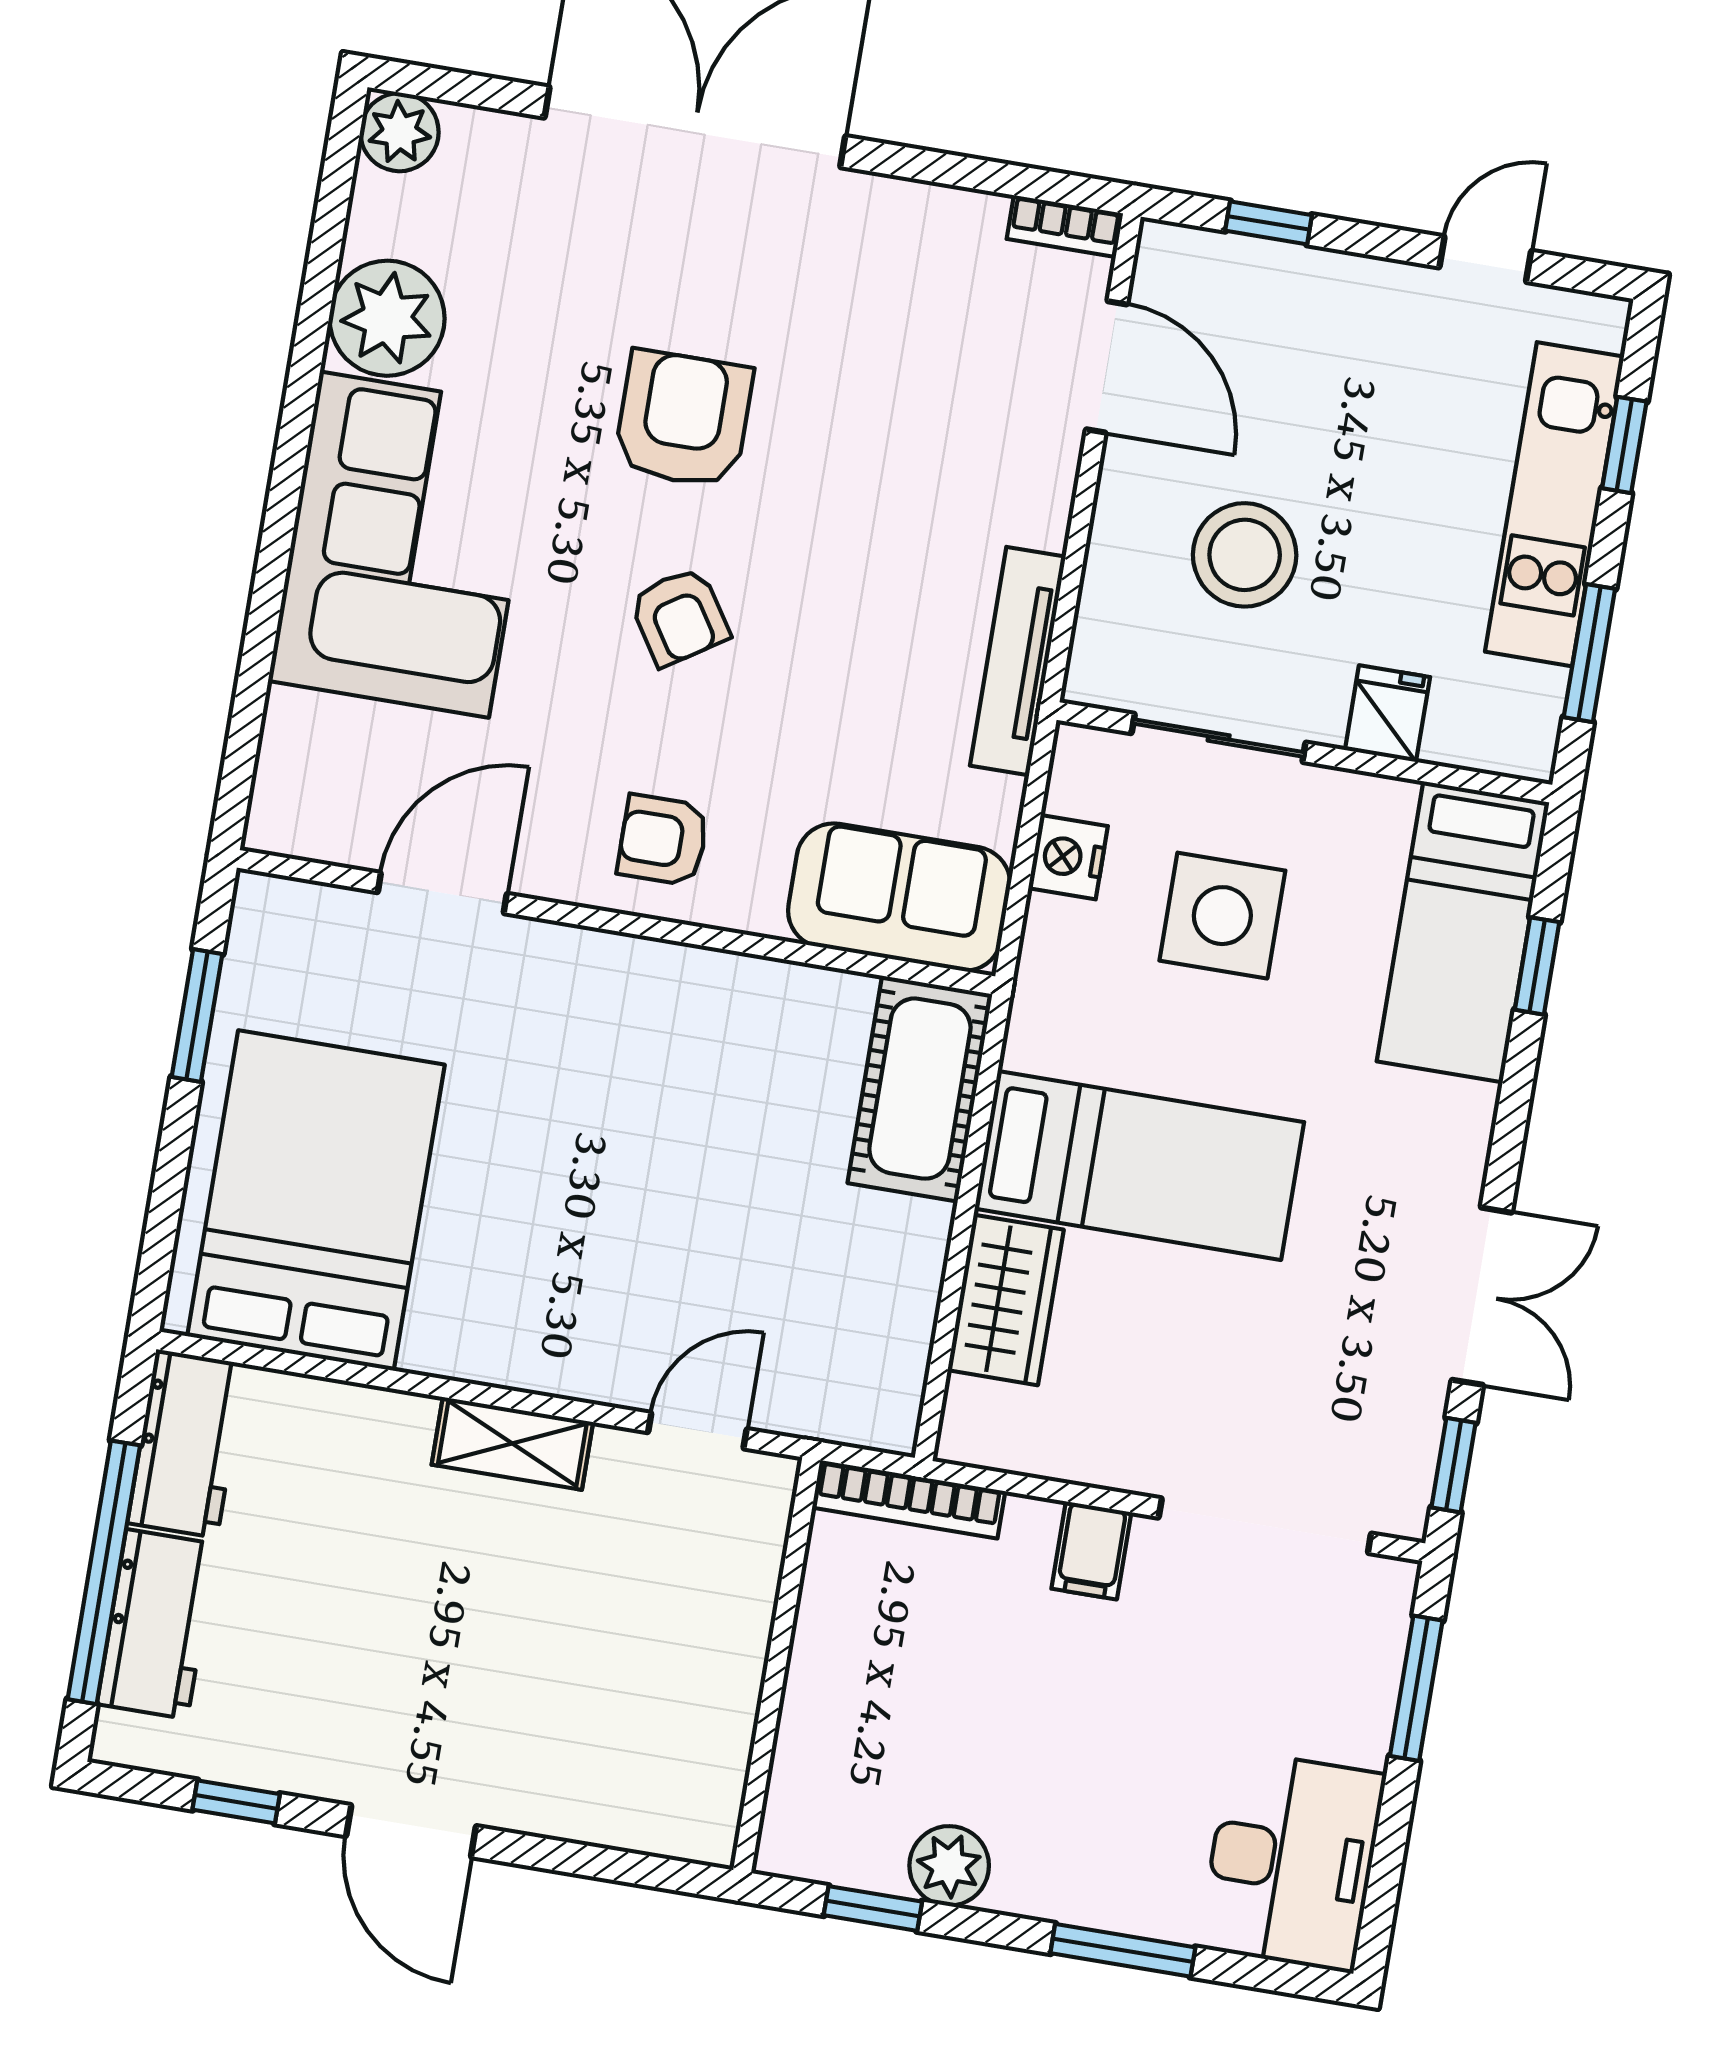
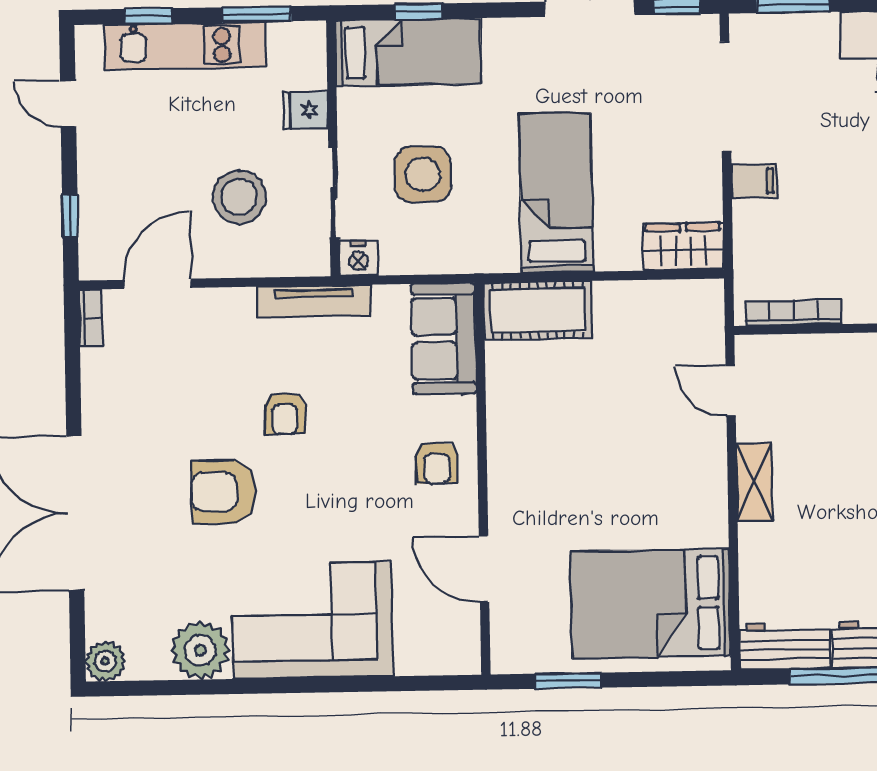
armchair: (679, 617) -> (285, 414), moved, turned 123
nightstand: (1068, 857) -> (358, 258), moved
wardrobe: (1006, 1300) -> (683, 247), moved
bookcase: (909, 1499) -> (794, 313), moved, turned -90

